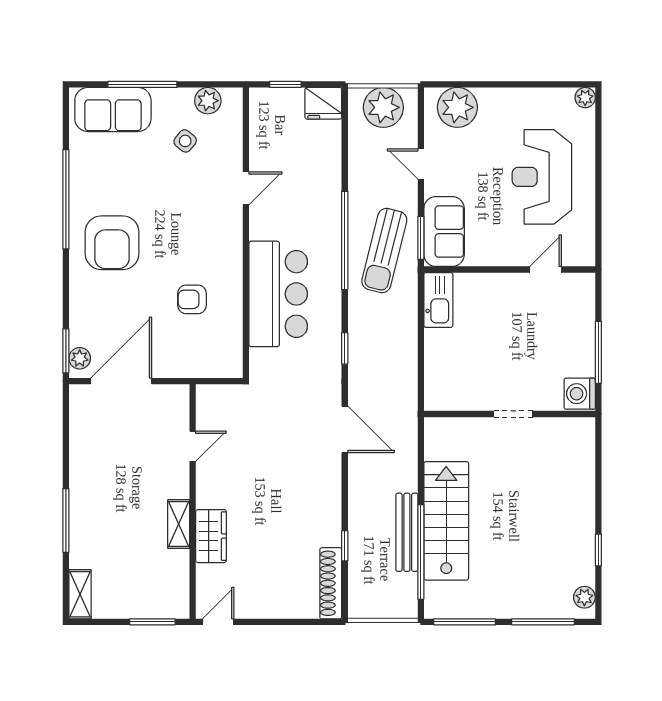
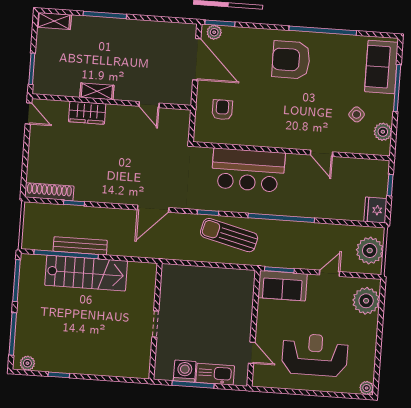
sun lounger: (384, 251) -> (229, 235), moved
armchair: (192, 299) -> (222, 110), moved
kitchen sink: (438, 300) -> (215, 374), moved, turned 180
washing machine: (580, 394) -> (185, 371), moved

